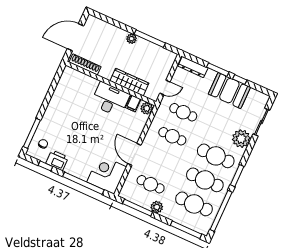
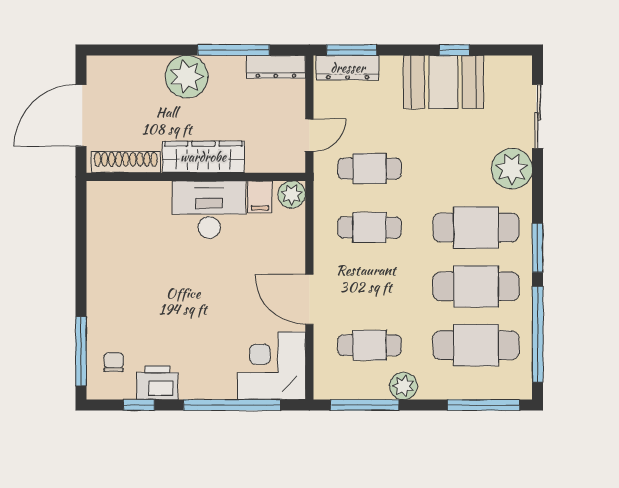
plant: (132, 39) -> (187, 77), width x1.87, depth x1.87
dresser: (164, 53) -> (276, 67), added
window: (218, 70) -> (352, 50), moved
wardrobe: (129, 82) -> (203, 157), moved

